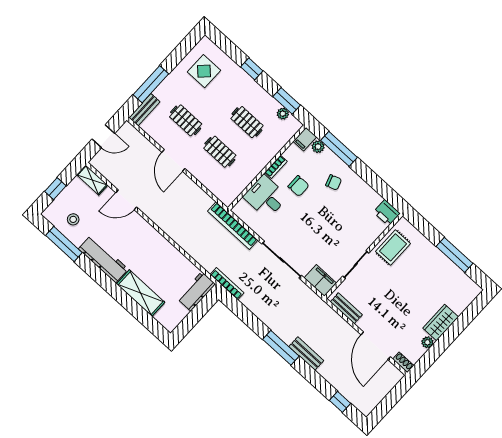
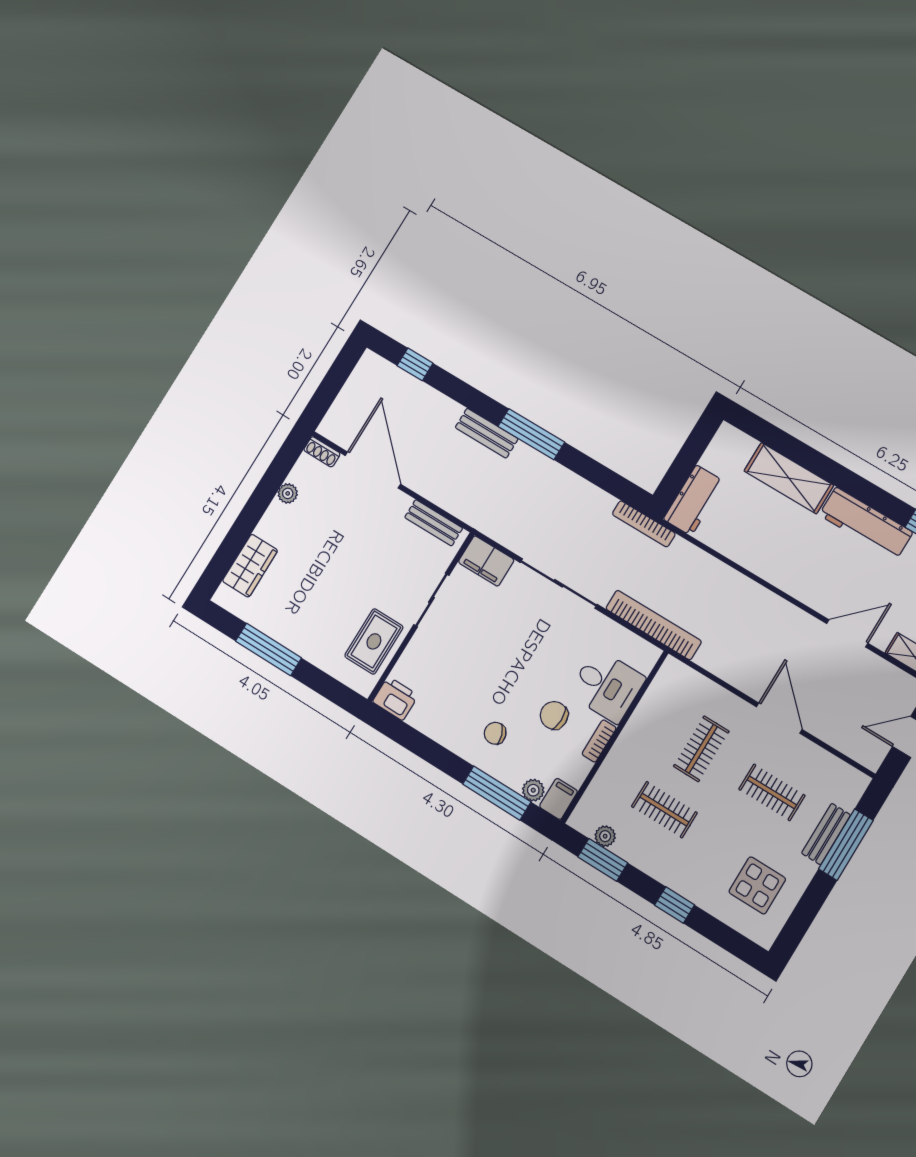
bench: (145, 110) -> (826, 834), moved
clothes rail: (220, 152) -> (701, 749), turned 90
wardrobe: (441, 323) -> (250, 566), moved

